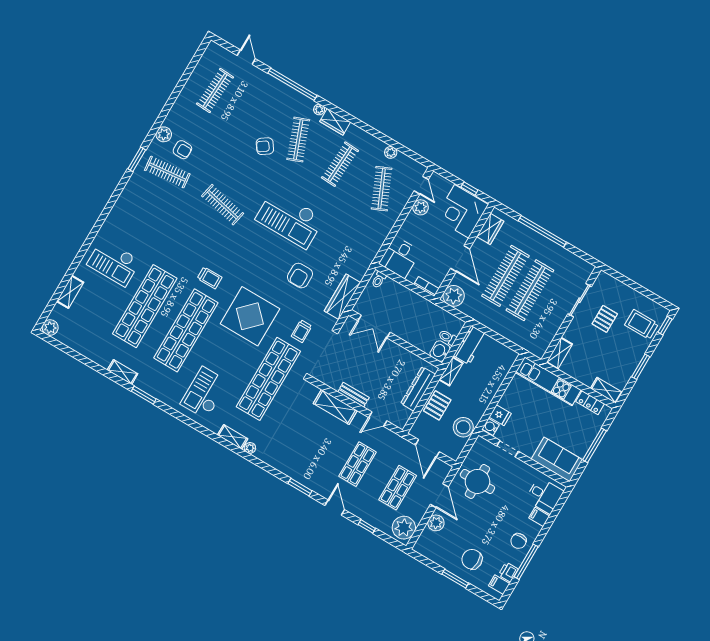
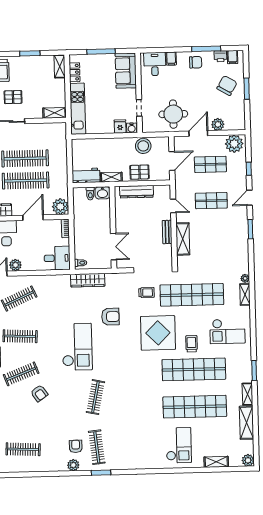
trolley: (210, 278) -> (192, 344), moved
wardrobe: (342, 297) -> (88, 280), moved
shelving: (92, 351) -> (247, 423), added
chair: (472, 559) -> (227, 85), turned -150

